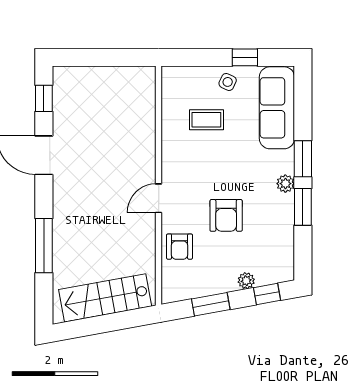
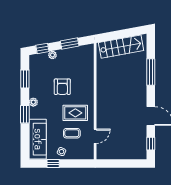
rug: (199, 162) -> (75, 113), added
door: (159, 198) -> (95, 136), moved
window: (303, 207) -> (25, 79), moved
armchair: (226, 215) -> (62, 87), turned 180
armchair: (180, 247) -> (85, 72), removed

